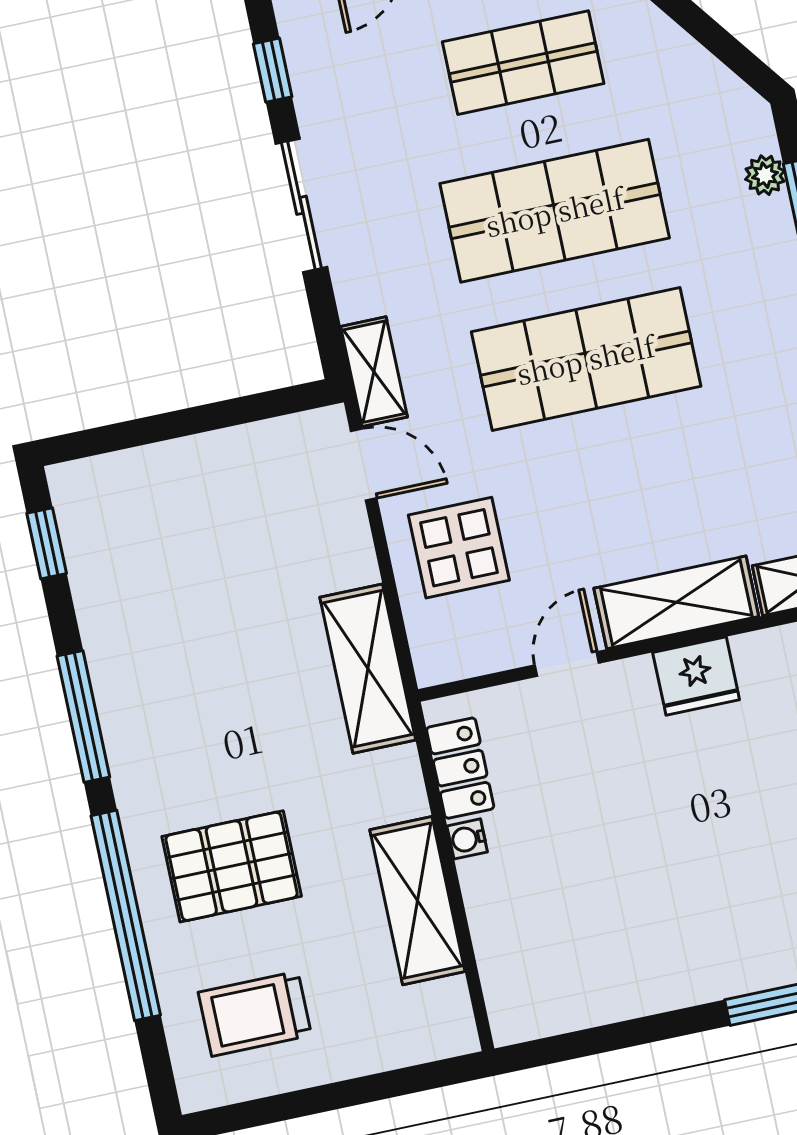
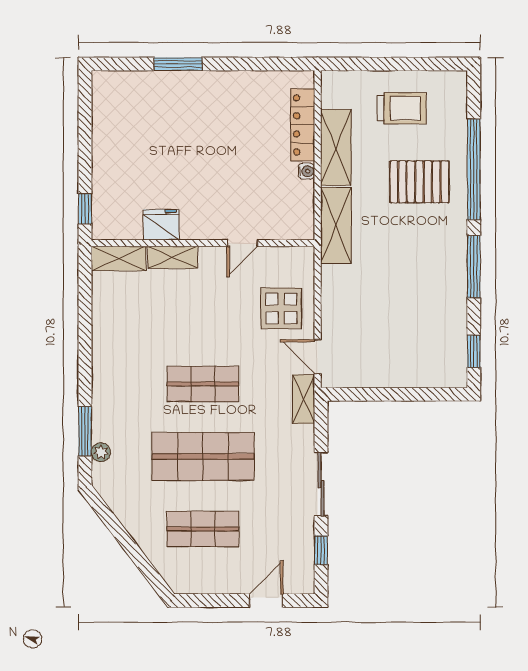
shop shelf: (586, 359) -> (203, 384), width x0.70, depth x0.74
shelving: (676, 602) -> (173, 257), width x0.67, depth x0.75
shelving: (368, 669) -> (336, 225), moved
fridge: (696, 676) -> (161, 225), moved
locker: (460, 768) -> (303, 125), moved, width x1.53
trolley: (255, 1014) -> (402, 108), moved

